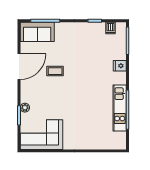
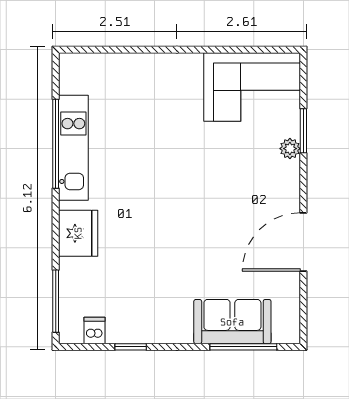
sofa: (37, 32) -> (232, 322), moved
fridge: (120, 66) -> (78, 233), width x1.88, depth x1.34
coffee table: (55, 71) -> (221, 232), removed

